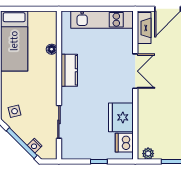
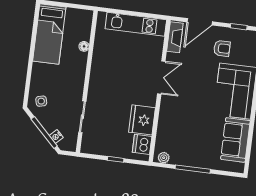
kitchen counter: (69, 70) -> (98, 69), removed

